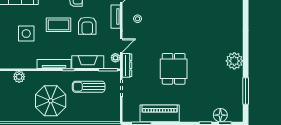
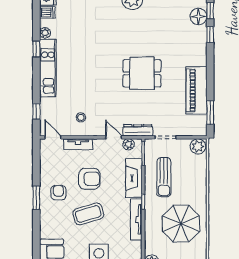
coffee table: (58, 25) -> (88, 214), turned 73
plant: (114, 115) -> (198, 146), added

